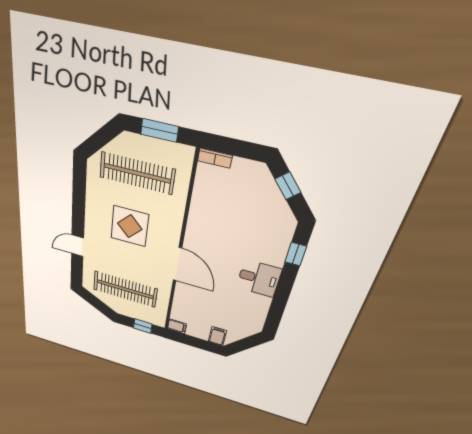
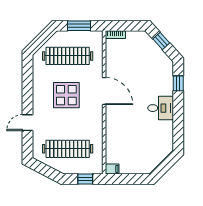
door: (177, 264) -> (104, 91), moved
filing cabinet: (217, 336) -> (144, 167), removed

